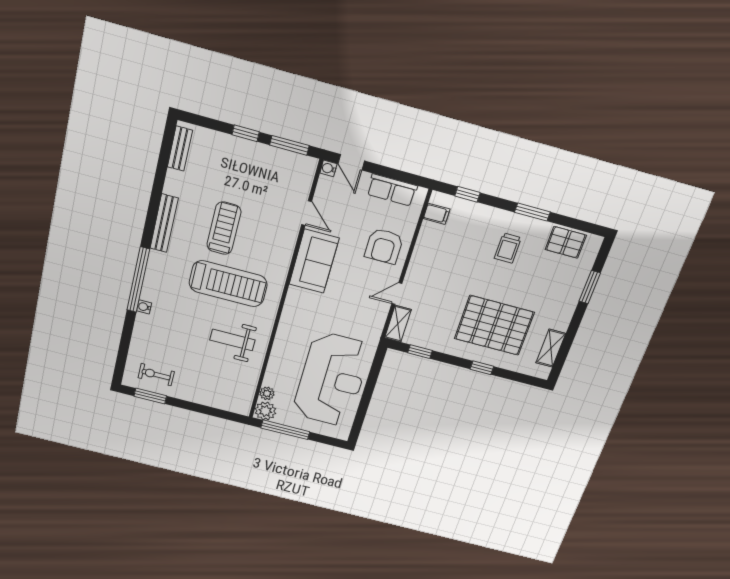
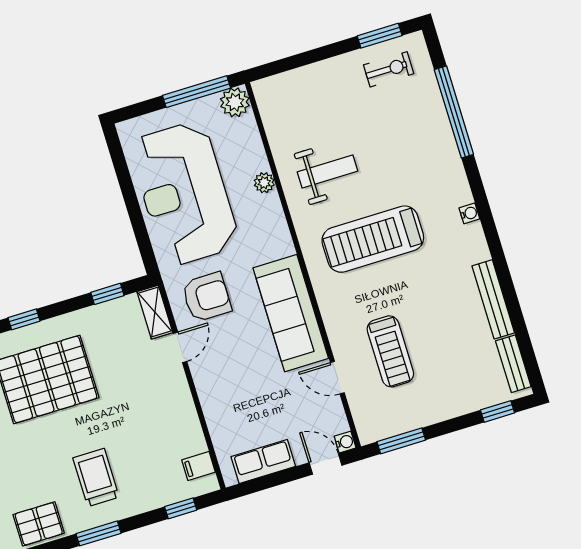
window: (246, 133) -> (498, 411), moved
bench: (164, 223) -> (493, 299), moved
treadmill: (224, 228) -> (390, 351), moved
armchair: (384, 246) -> (207, 297), moved, turned 90
trolley: (508, 248) -> (96, 477), width x1.36, depth x1.39
sofa: (314, 261) -> (291, 313), width x1.36
window: (138, 280) -> (454, 112), moved
water cooler: (144, 307) -> (469, 213), moved
plant: (267, 393) -> (264, 183), moved

